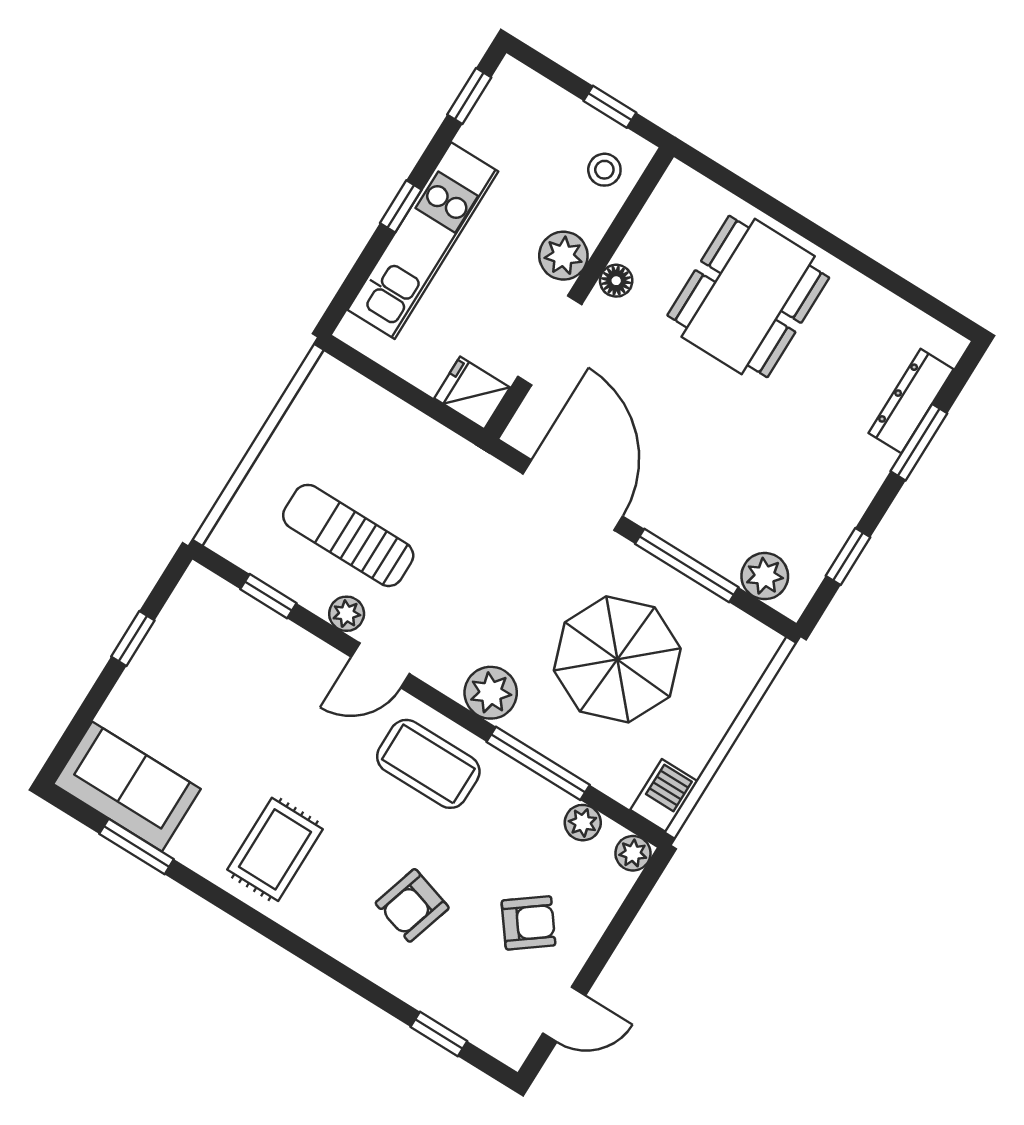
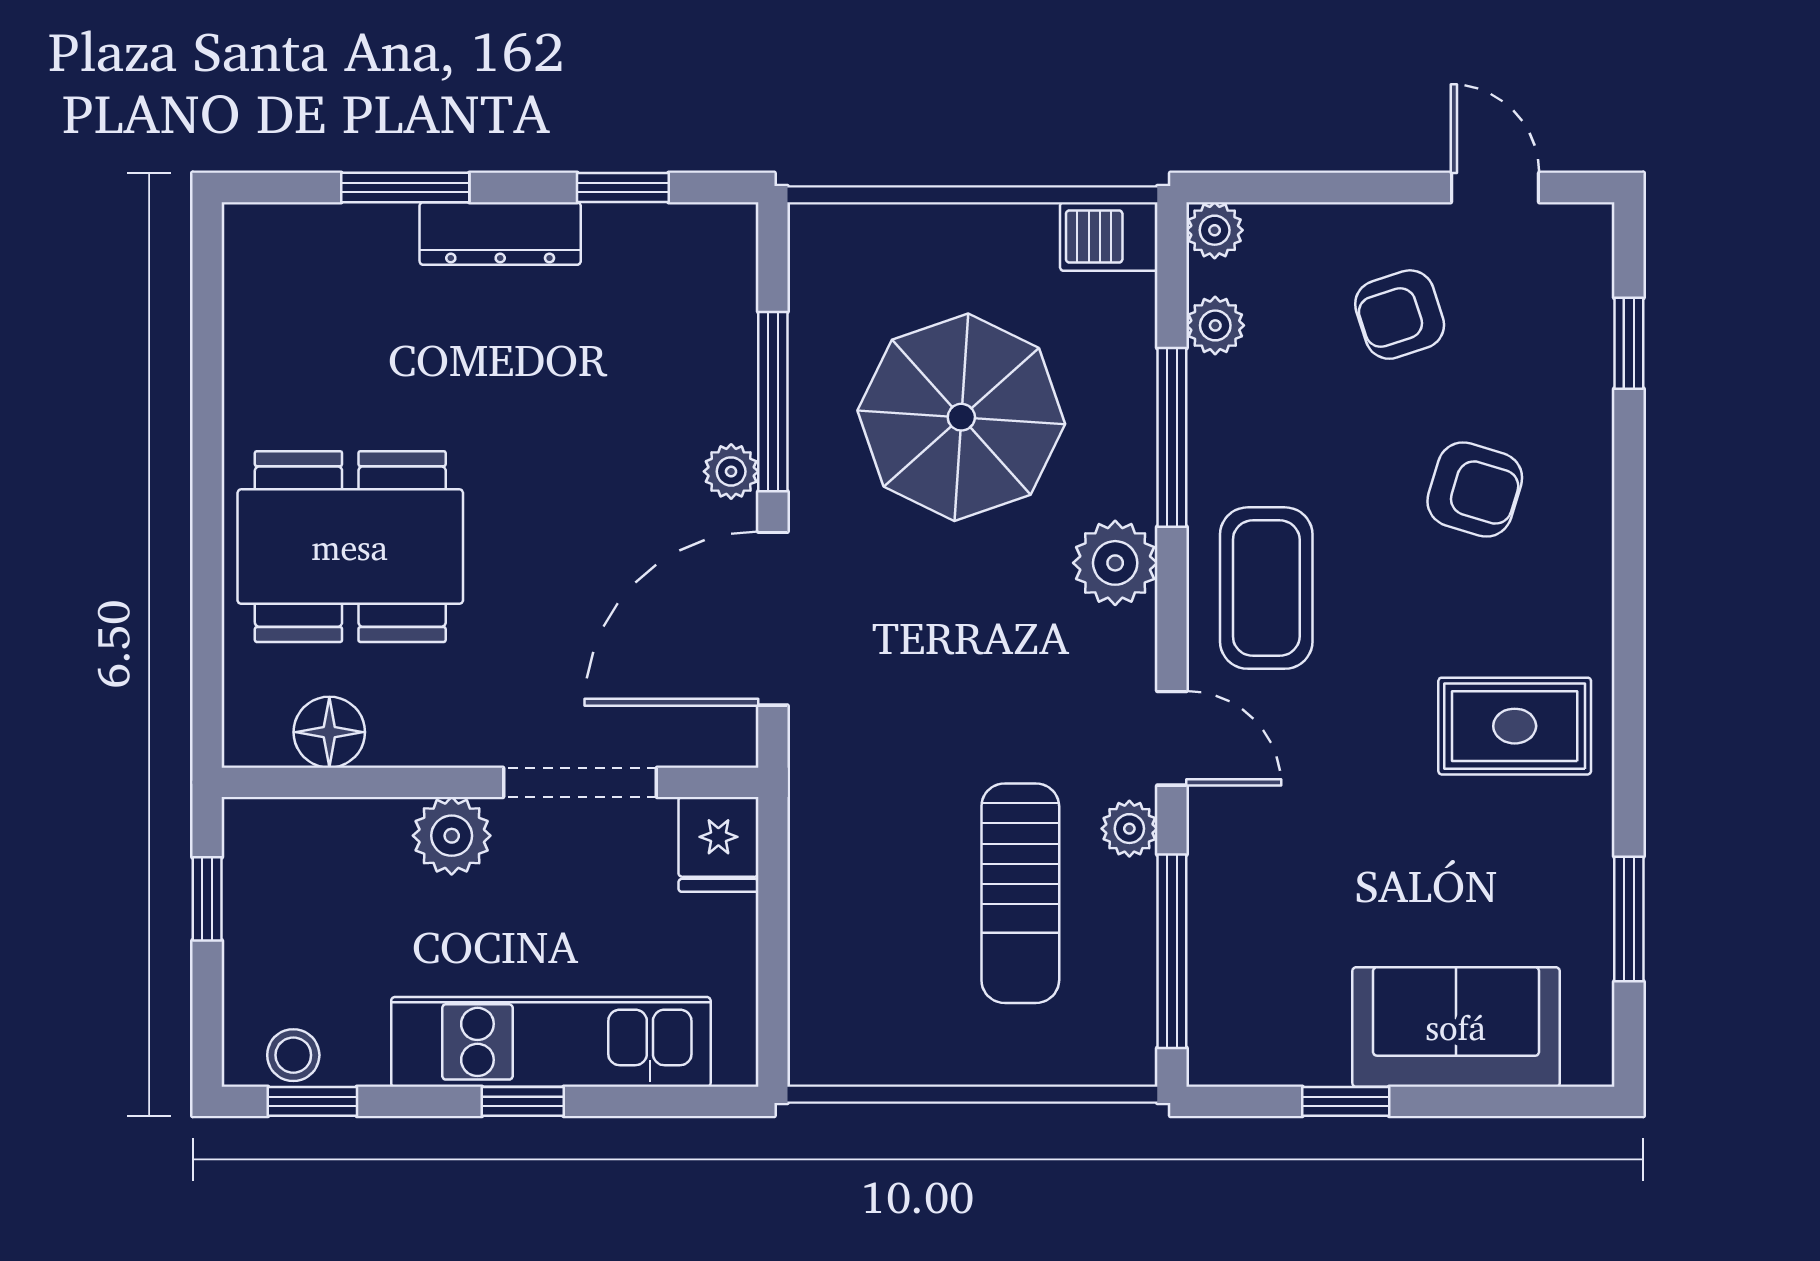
stool: (604, 170) -> (293, 1055), moved
floor lamp: (616, 281) -> (329, 732), moved, width x1.37, depth x1.37
dresser: (911, 401) -> (500, 233), moved
plant: (765, 576) -> (731, 471), moved, width x0.73, depth x0.73
window: (268, 596) -> (1172, 951), width x2.17
sofa: (127, 786) -> (1456, 1027), moved, turned 90
armchair: (528, 923) -> (1400, 315), turned -71

